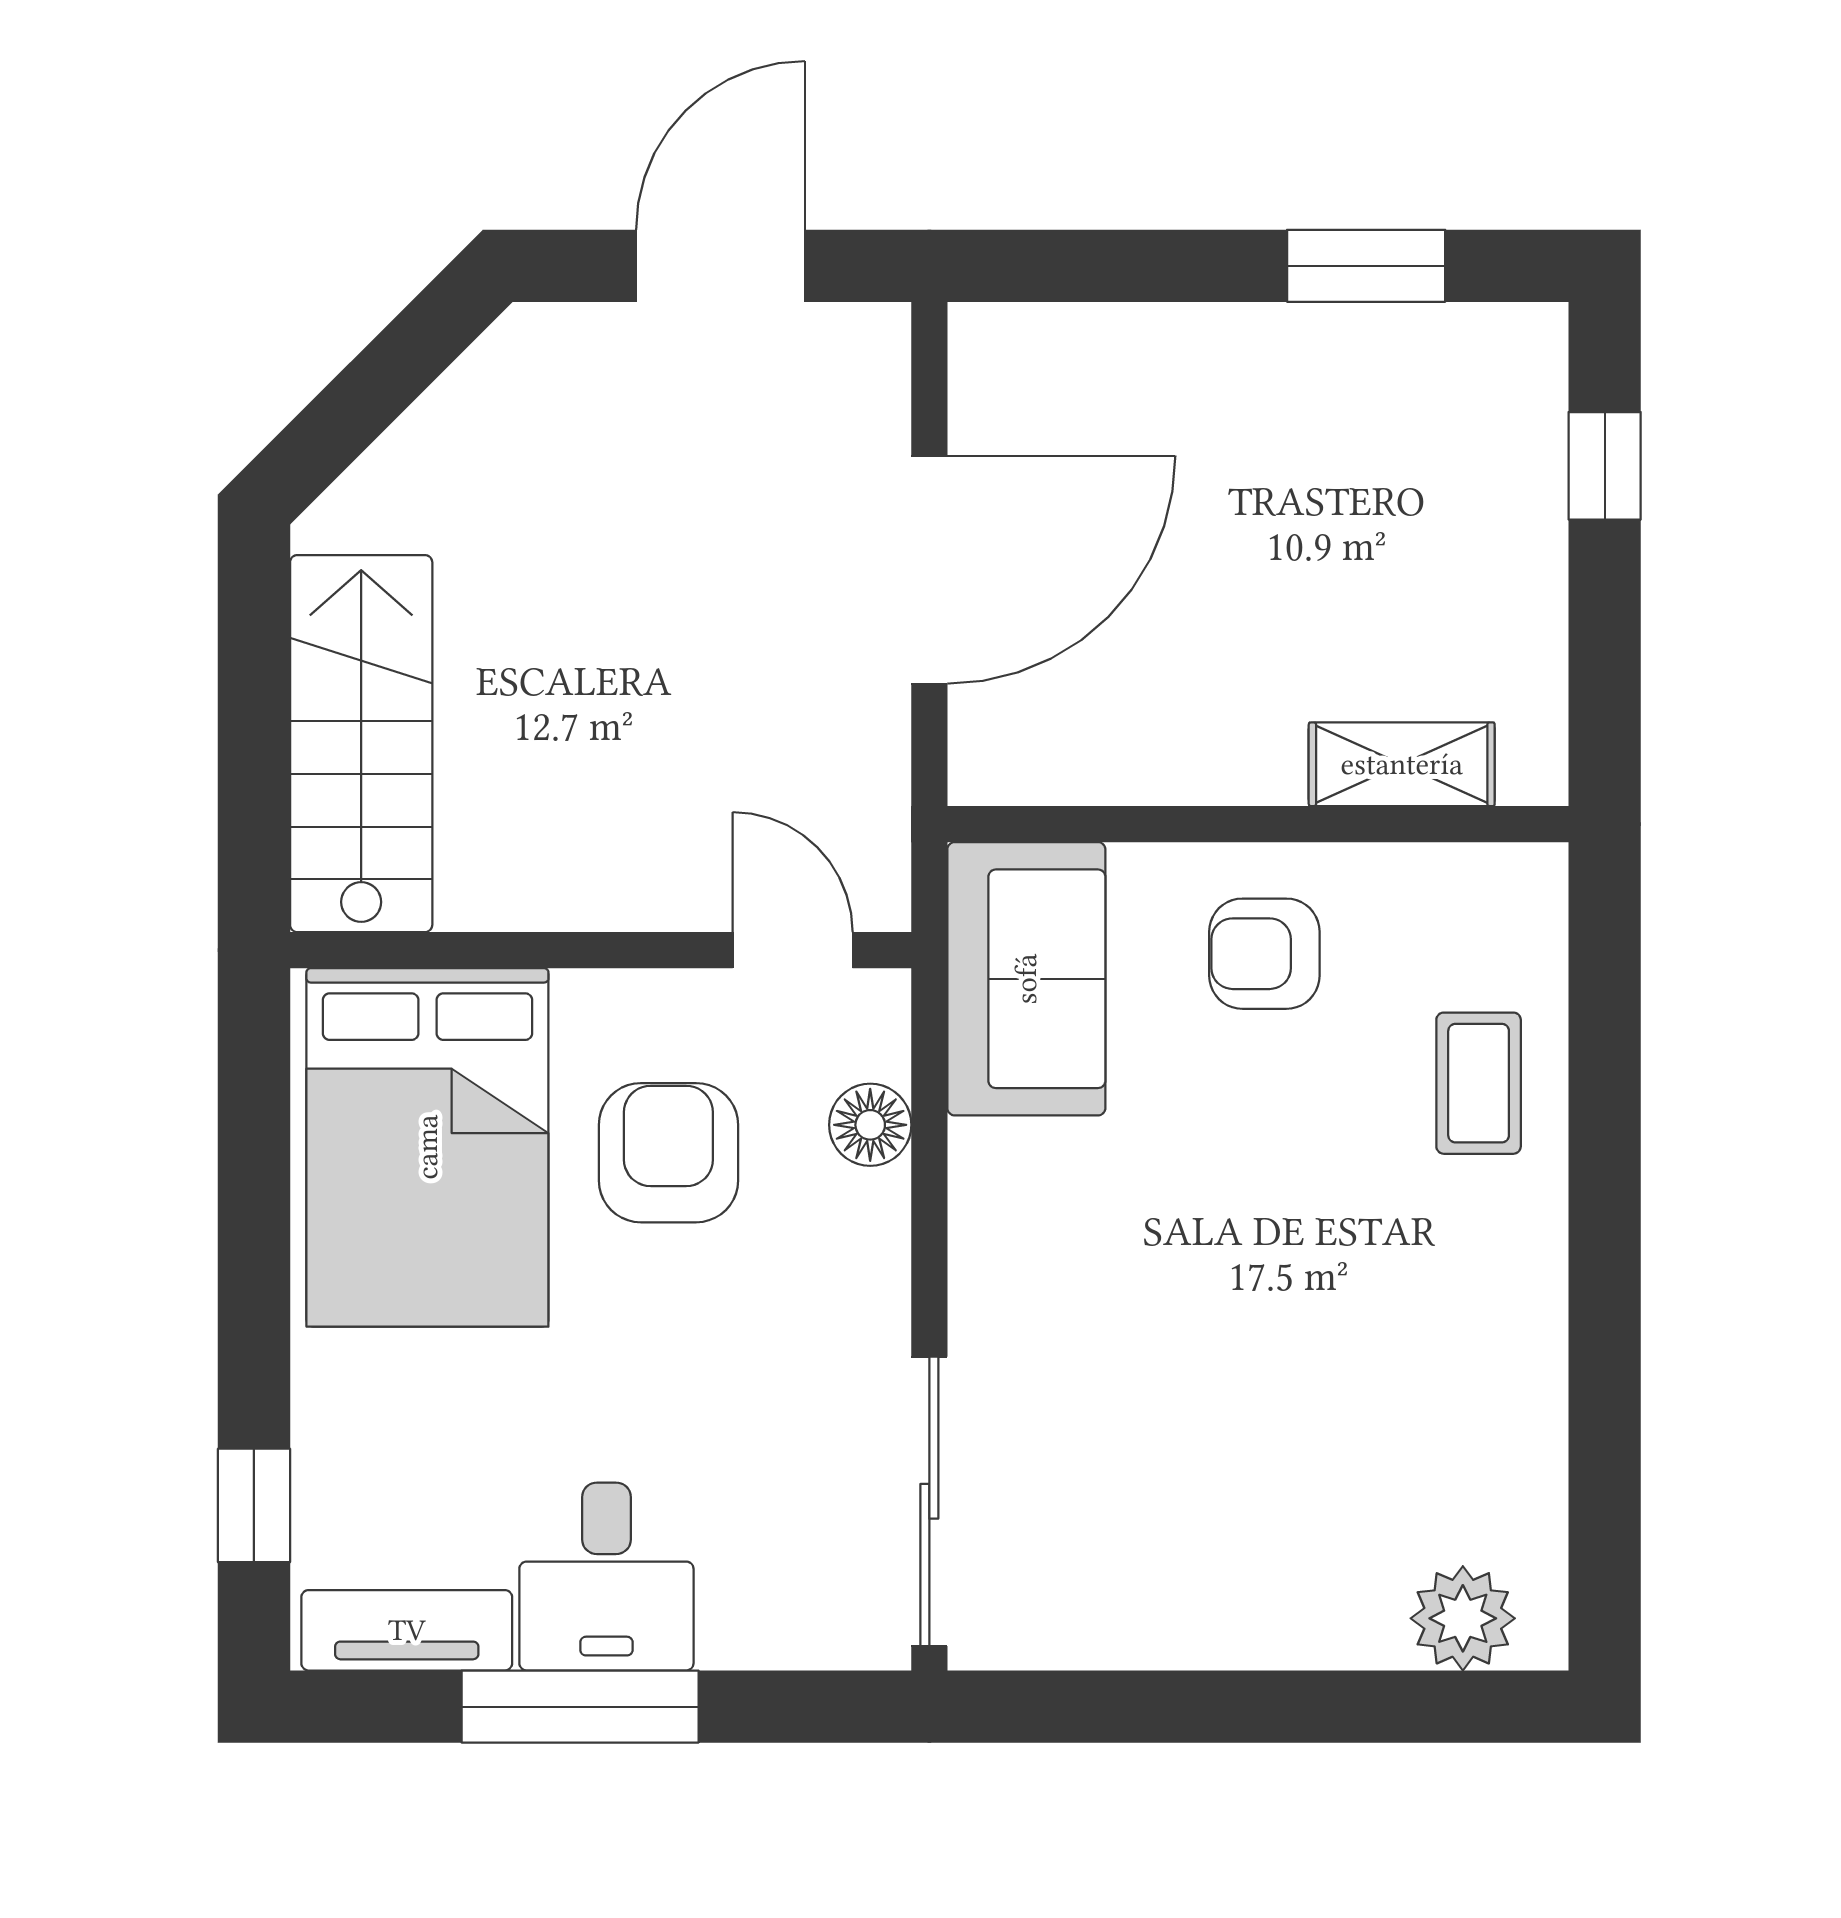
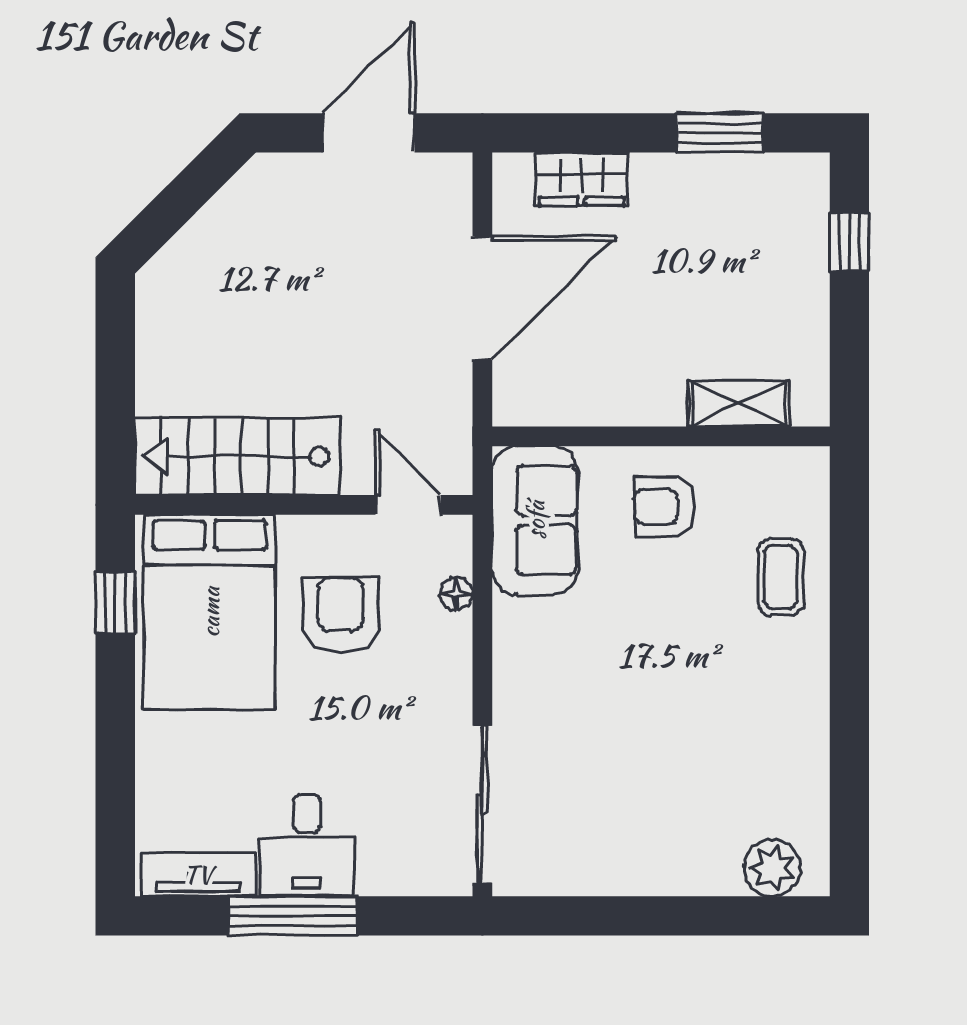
wardrobe: (1112, 351) -> (582, 179), added
stairs: (361, 744) -> (237, 456), moved, turned -90
floor lamp: (870, 1125) -> (456, 594), width x0.73, depth x0.73
window: (254, 1505) -> (115, 603), moved

